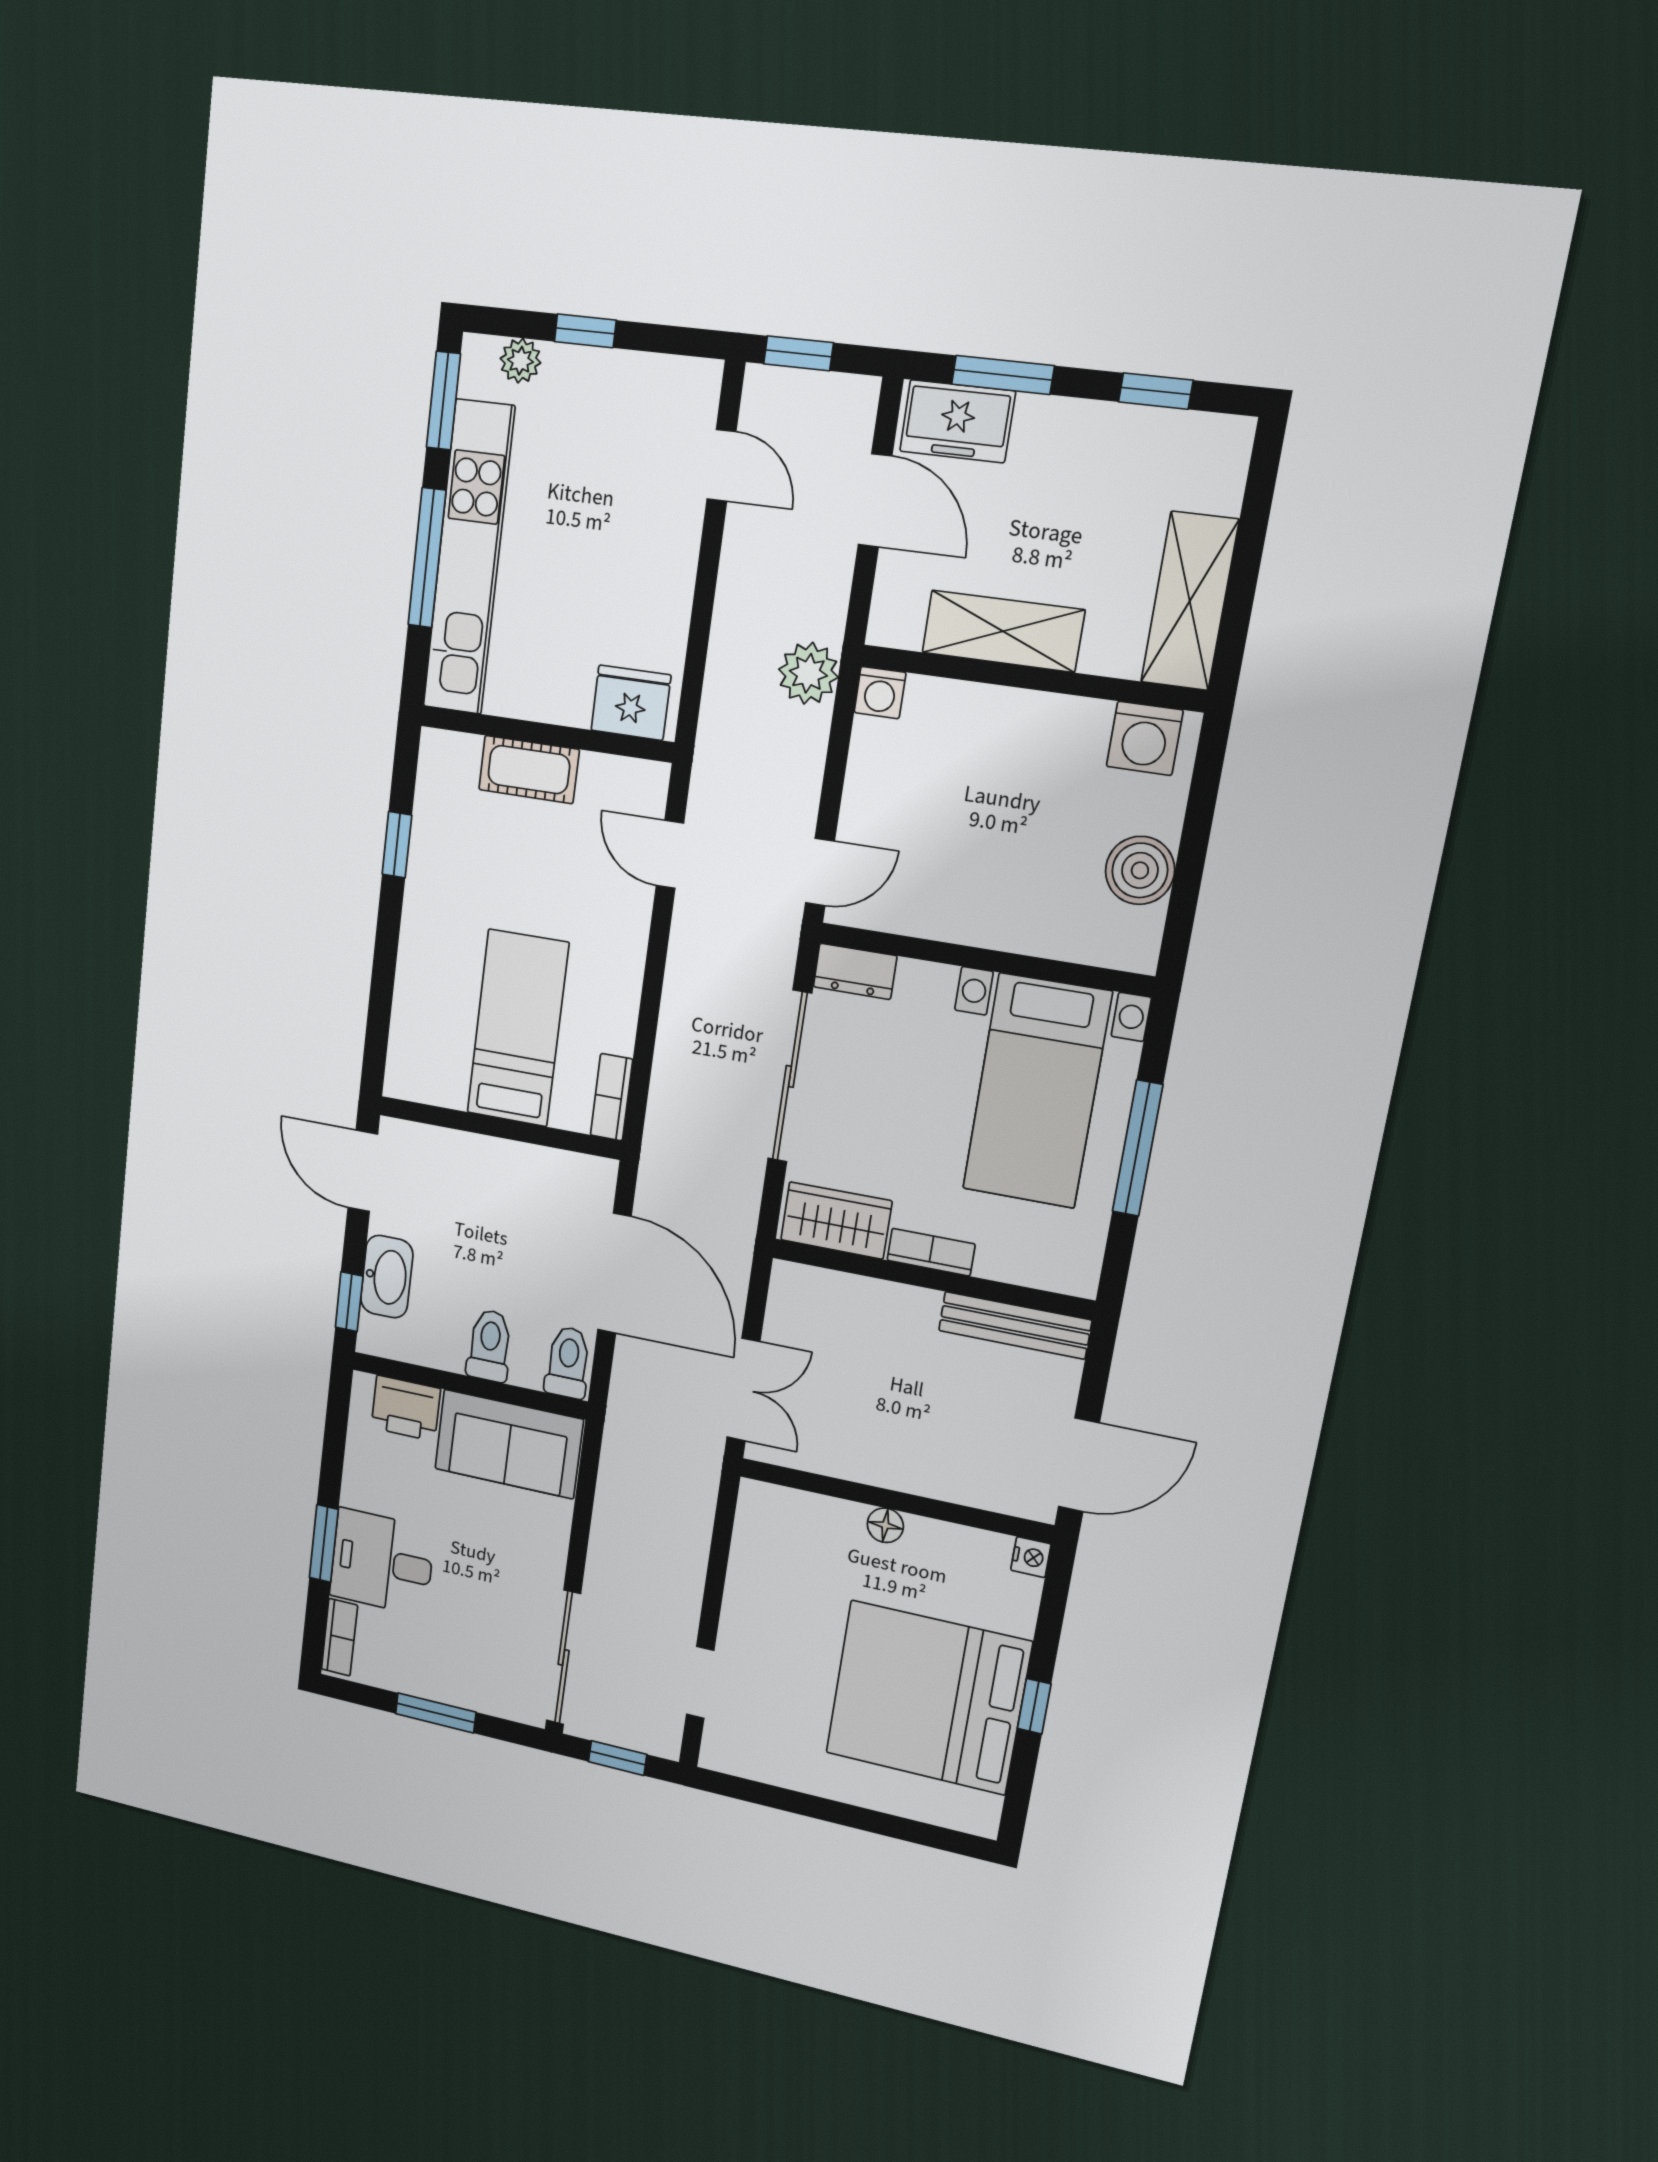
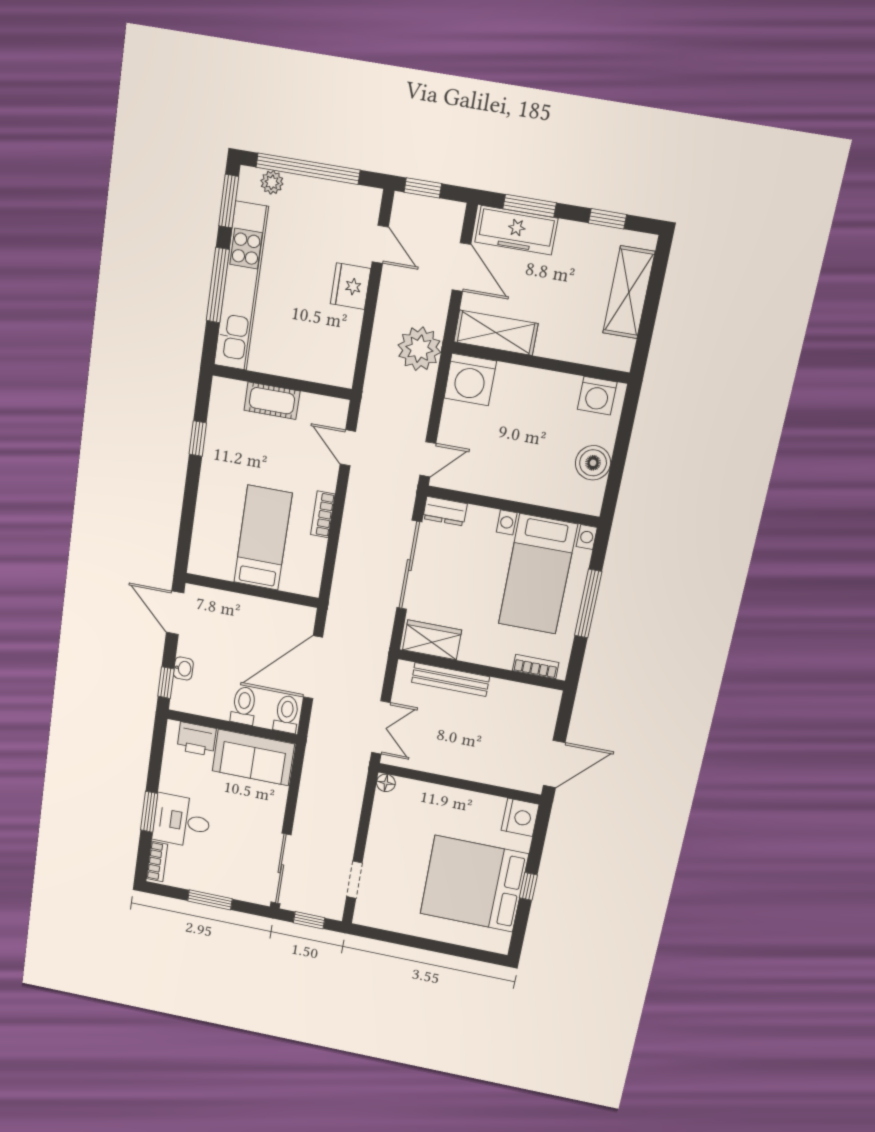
window: (585, 331) -> (308, 169), width x3.17
freezer: (957, 421) -> (516, 230), width x1.40
shelving: (1190, 601) -> (629, 292), moved
shelving: (1003, 631) -> (496, 333), moved
plant: (808, 673) -> (419, 349), width x1.36, depth x1.36
washing machine: (880, 693) -> (470, 380), width x1.89, depth x1.89
fridge: (631, 703) -> (350, 286), moved, turned -90
bookcase: (611, 1097) -> (323, 514), moved
bookcase: (931, 1252) -> (536, 667), moved
door: (614, 1273) -> (313, 667), swing flipped
washbasin: (387, 1277) -> (183, 668), width x0.52, depth x0.69
bench: (1015, 1325) -> (450, 679), moved
floor lamp: (885, 1525) -> (386, 783), moved
nightstand: (1031, 1557) -> (520, 817), width x1.89, depth x1.79

